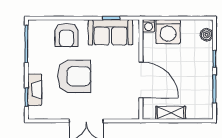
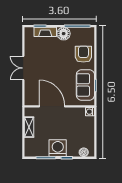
washing machine: (168, 32) -> (58, 148), moved, turned 90
armchair: (66, 35) -> (83, 54), turned 90
floor lamp: (37, 63) -> (64, 34), added
armchair: (74, 76) -> (55, 60), removed
door: (141, 80) -> (52, 106), swing flipped

